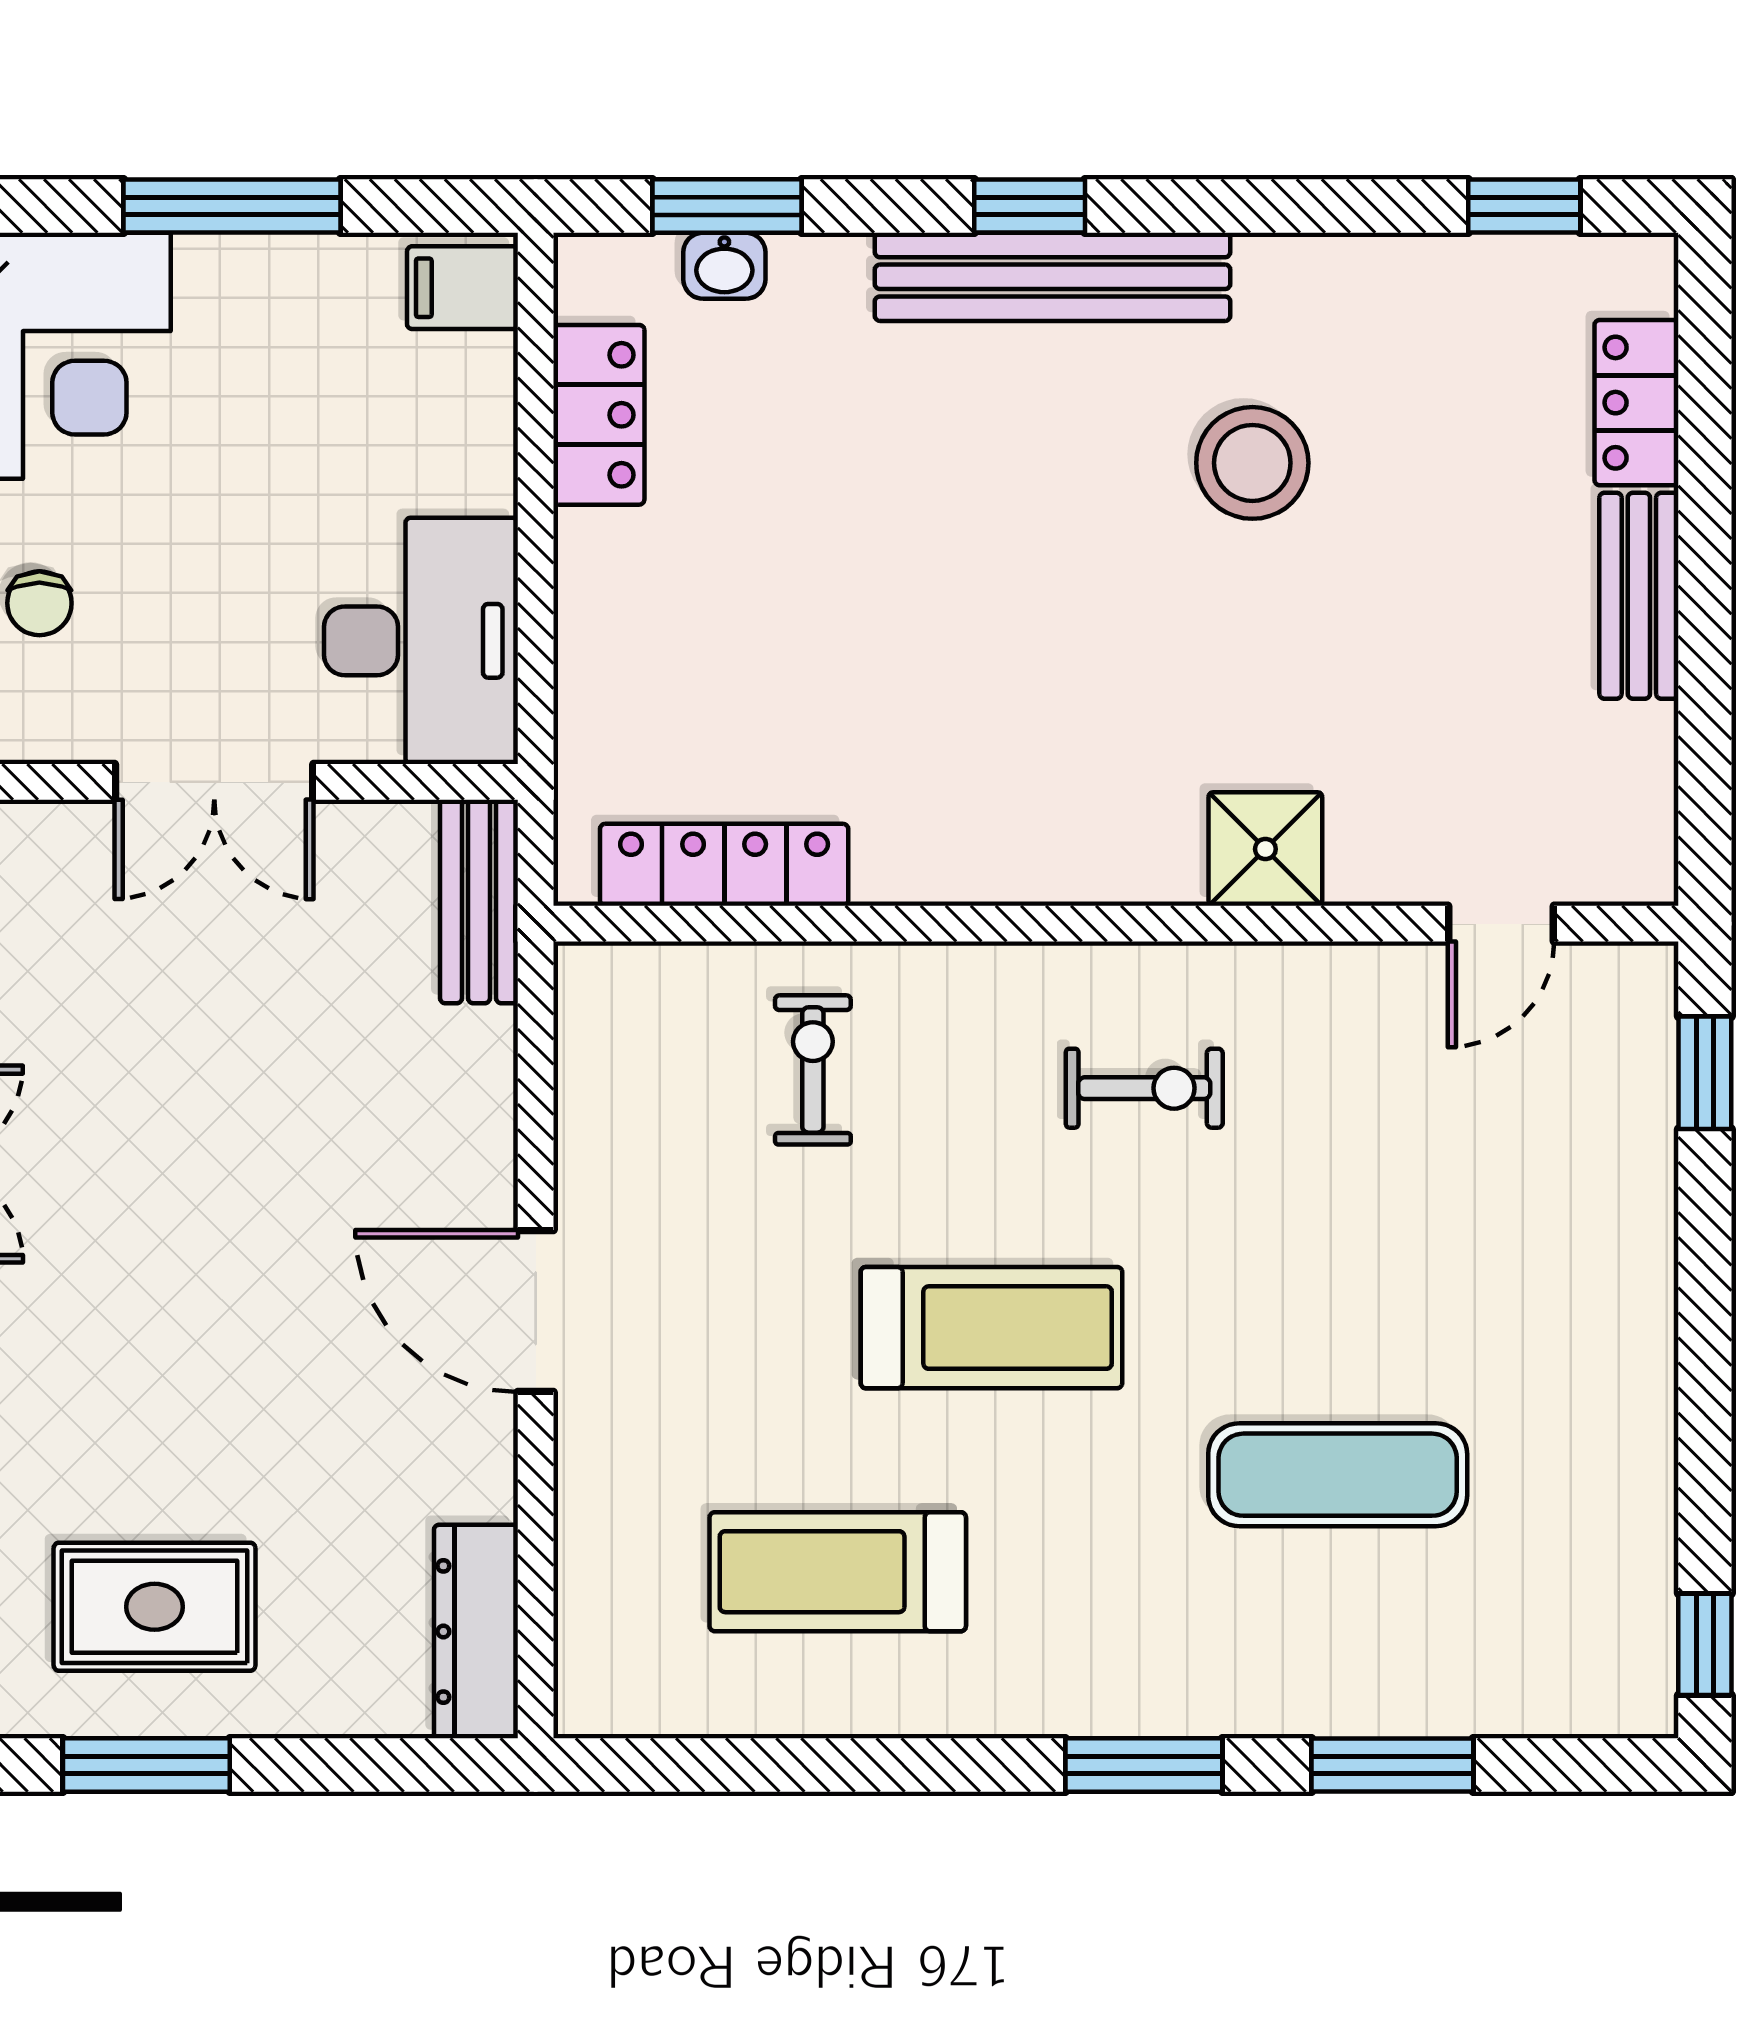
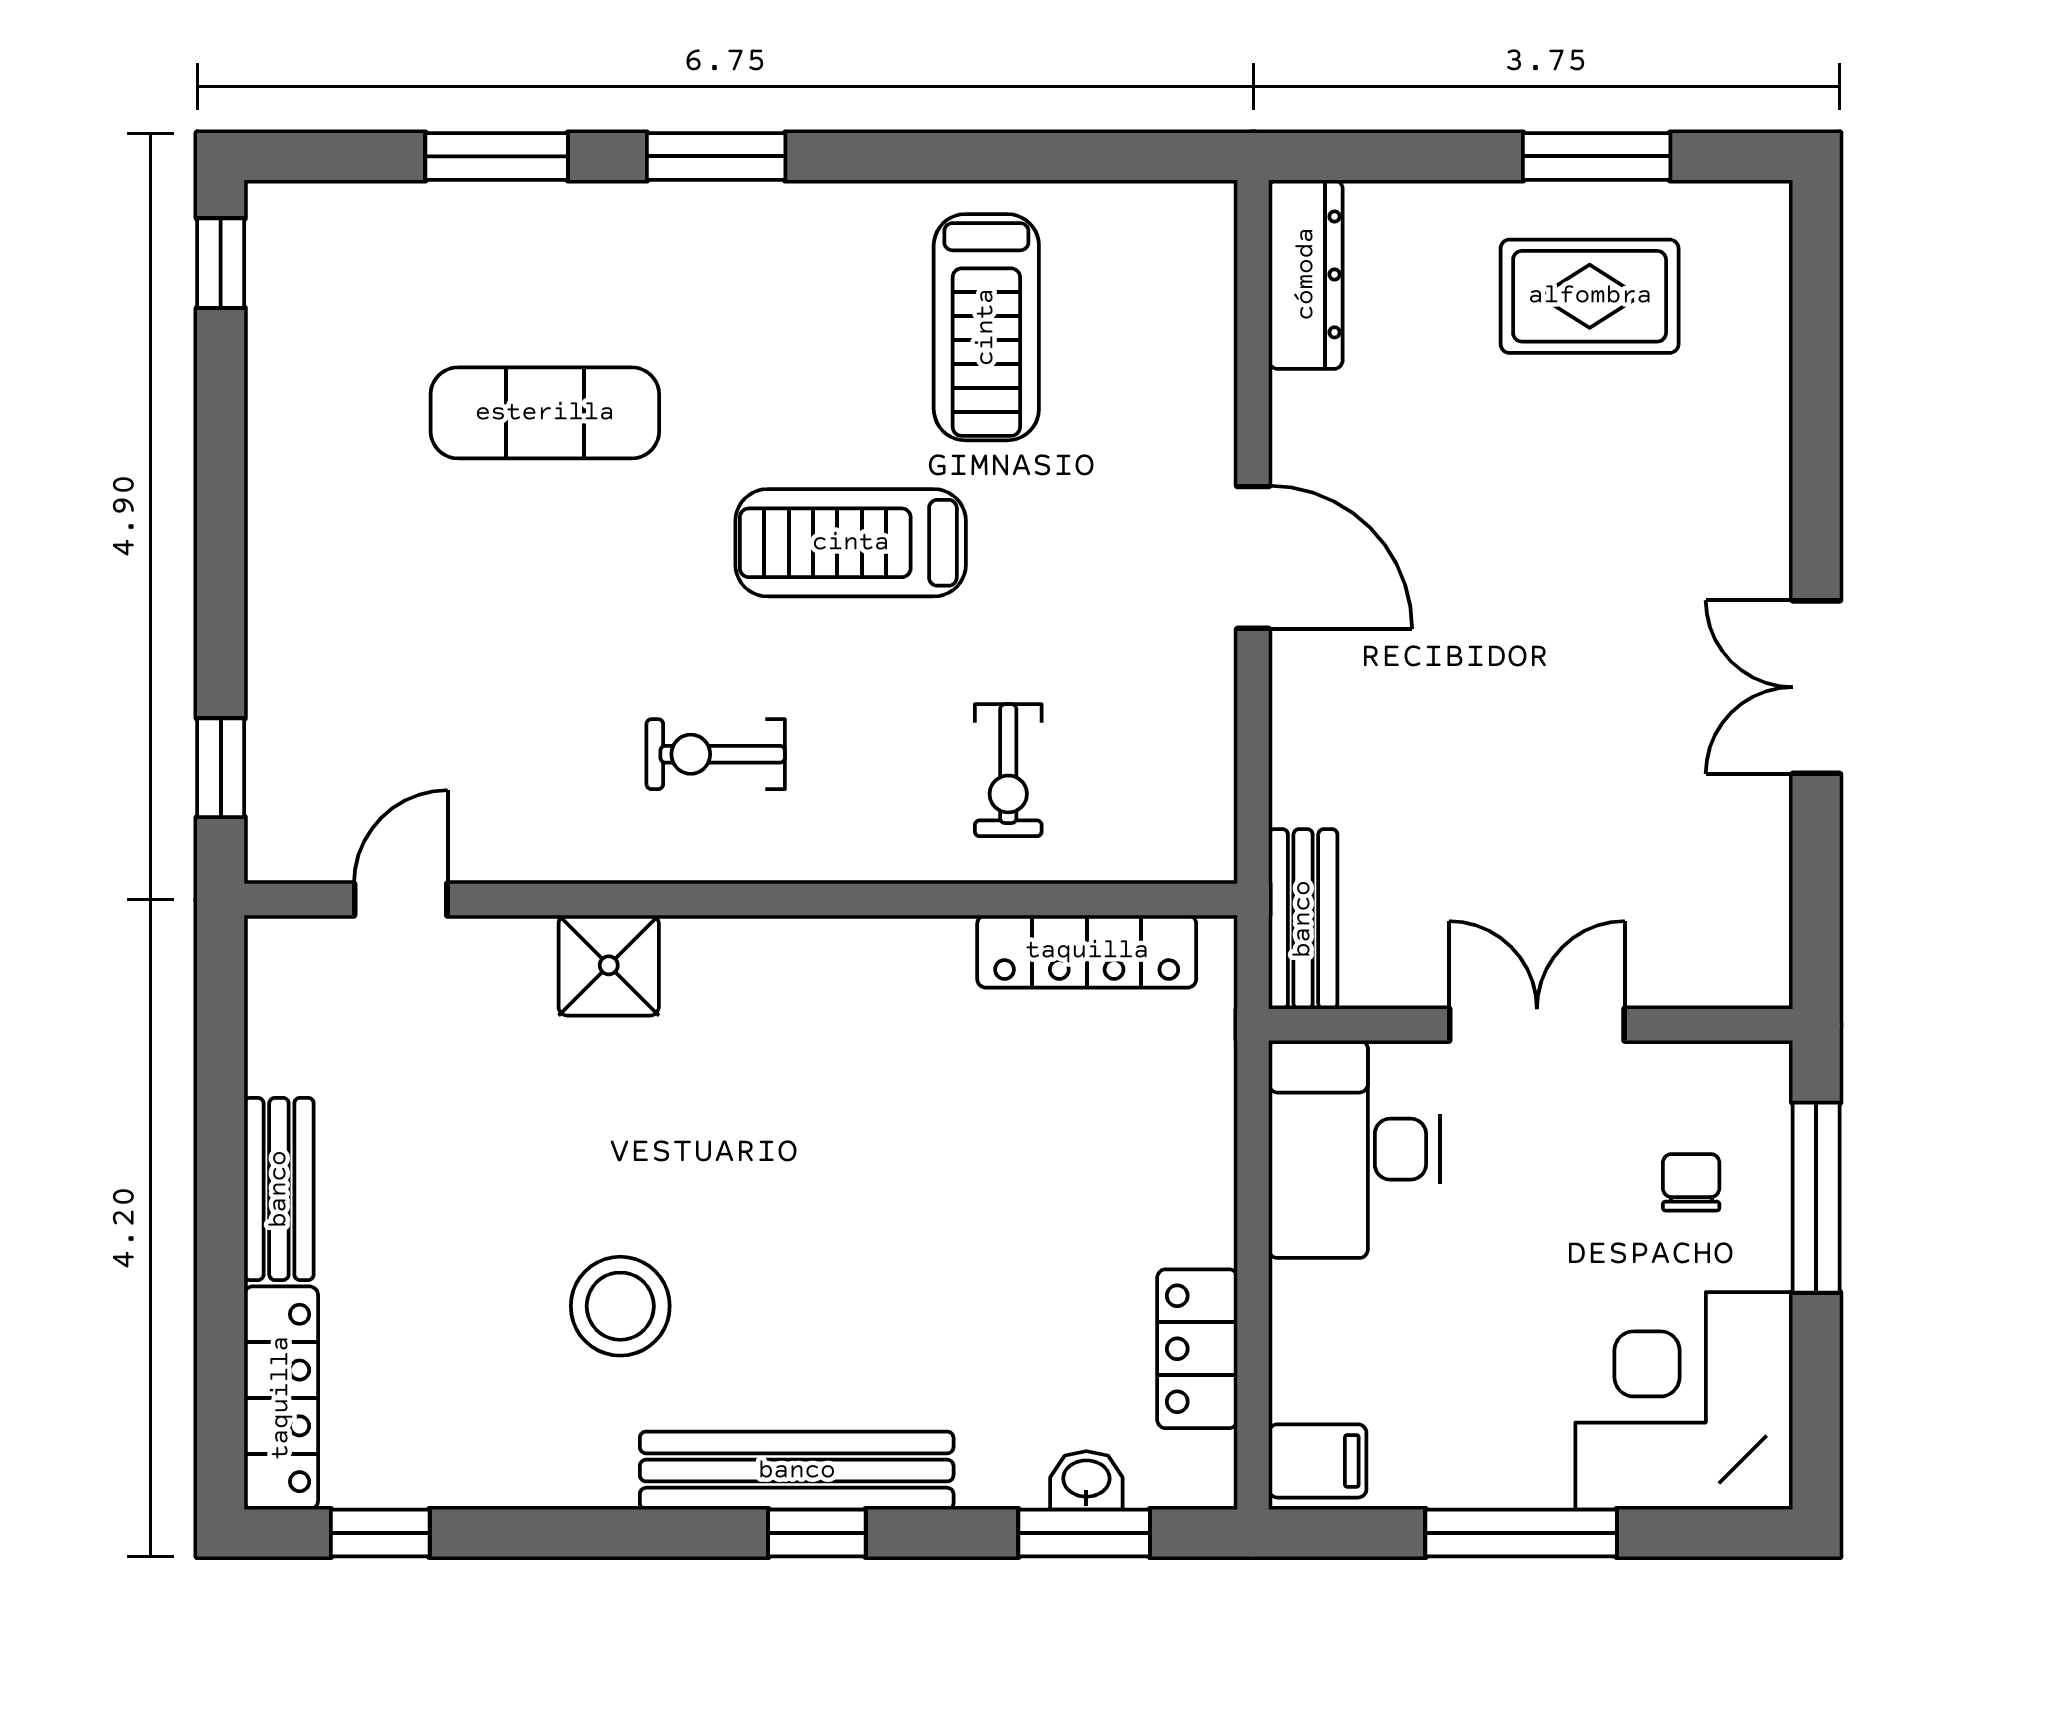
locker: (1636, 403) -> (281, 1398), width x1.53
treadmill: (838, 1572) -> (986, 327), turned 90

